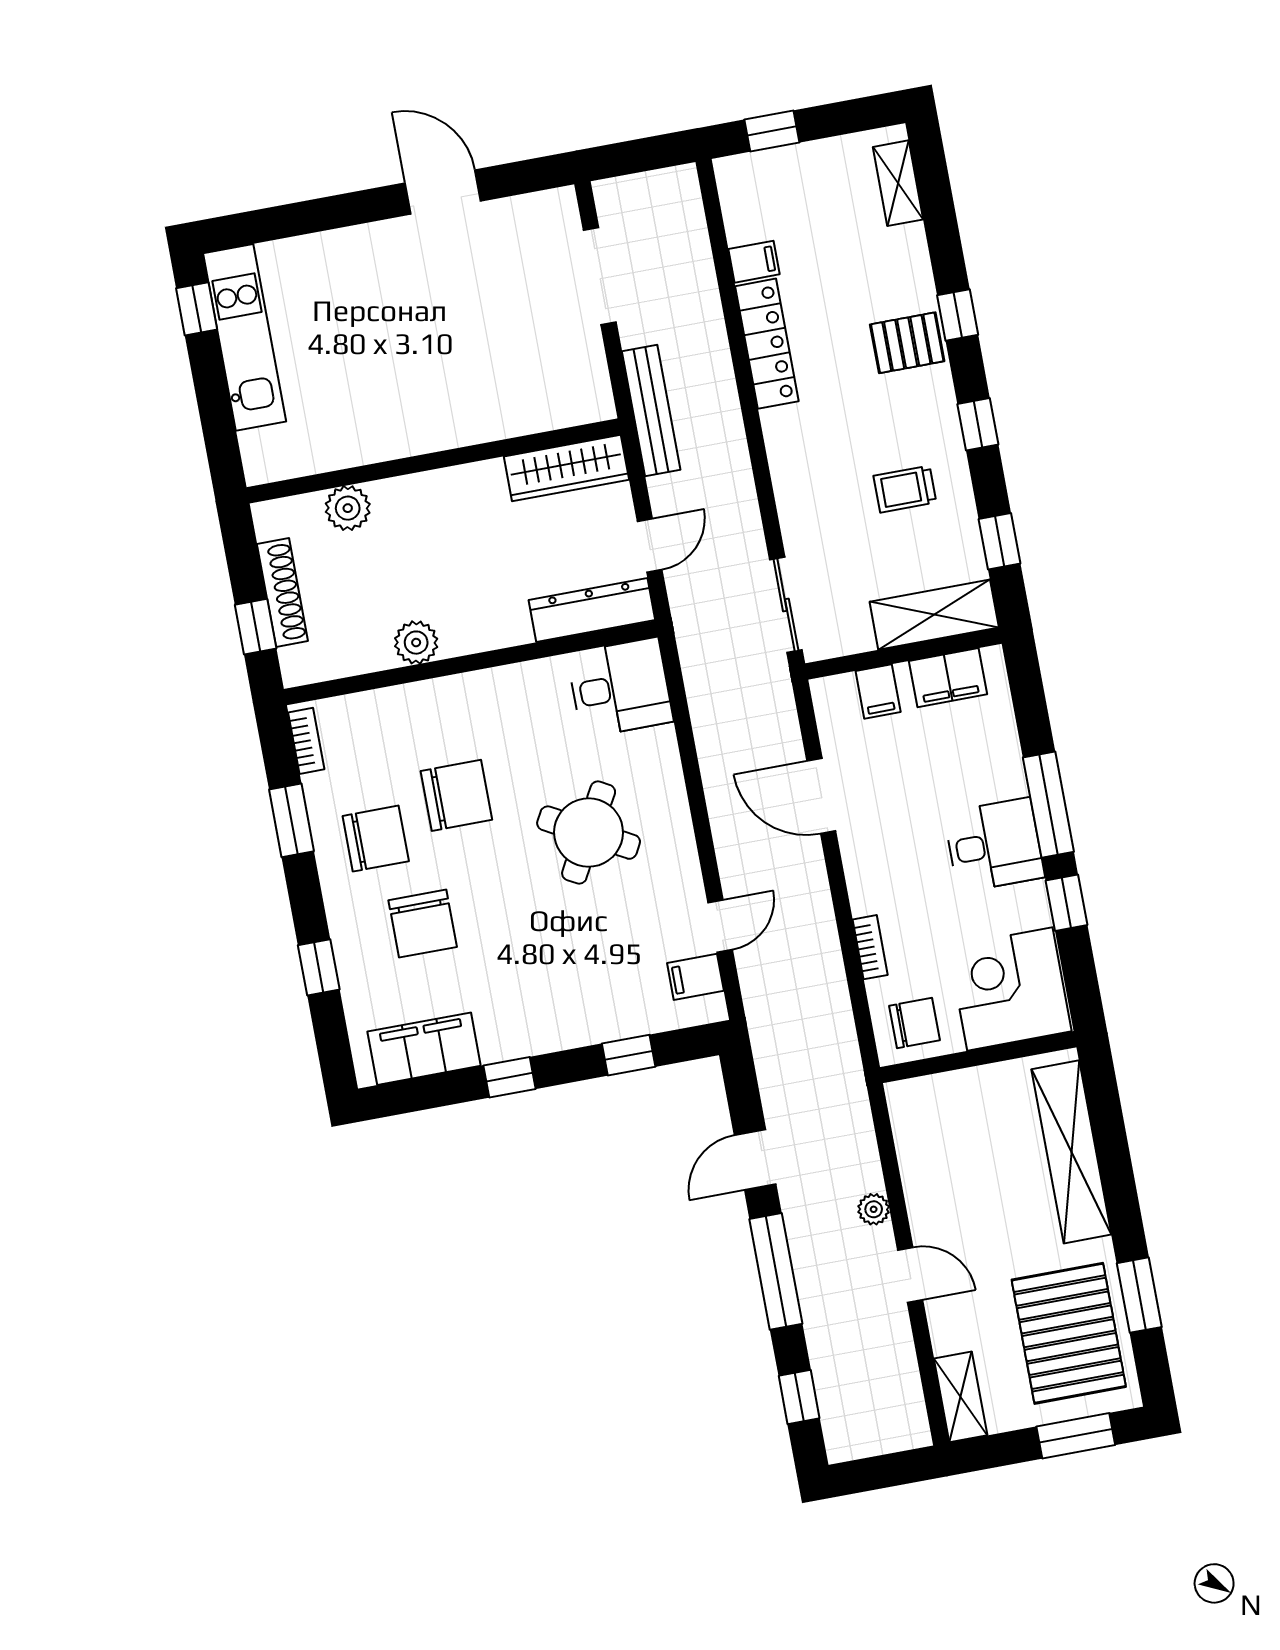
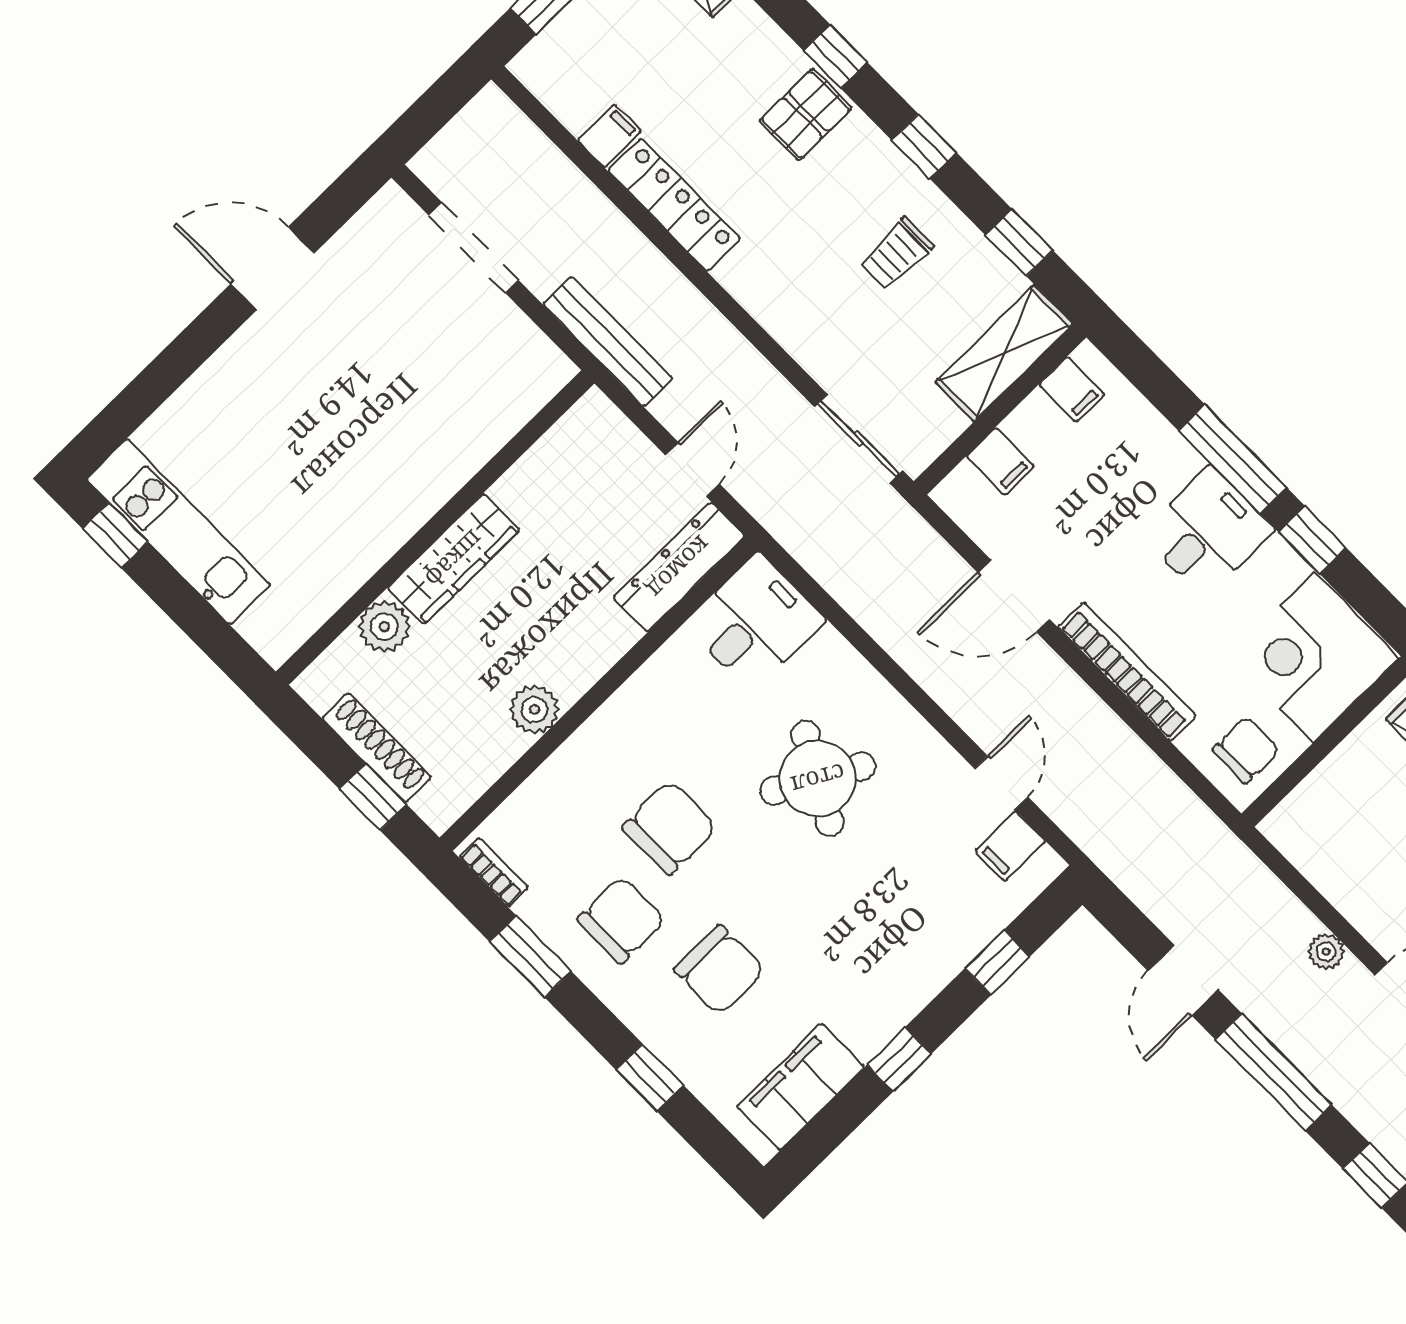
wardrobe: (566, 468) -> (454, 559), moved
filing cabinet: (948, 678) -> (1072, 390), width x0.50
bookcase: (870, 947) -> (1127, 672), width x2.31, depth x1.31

